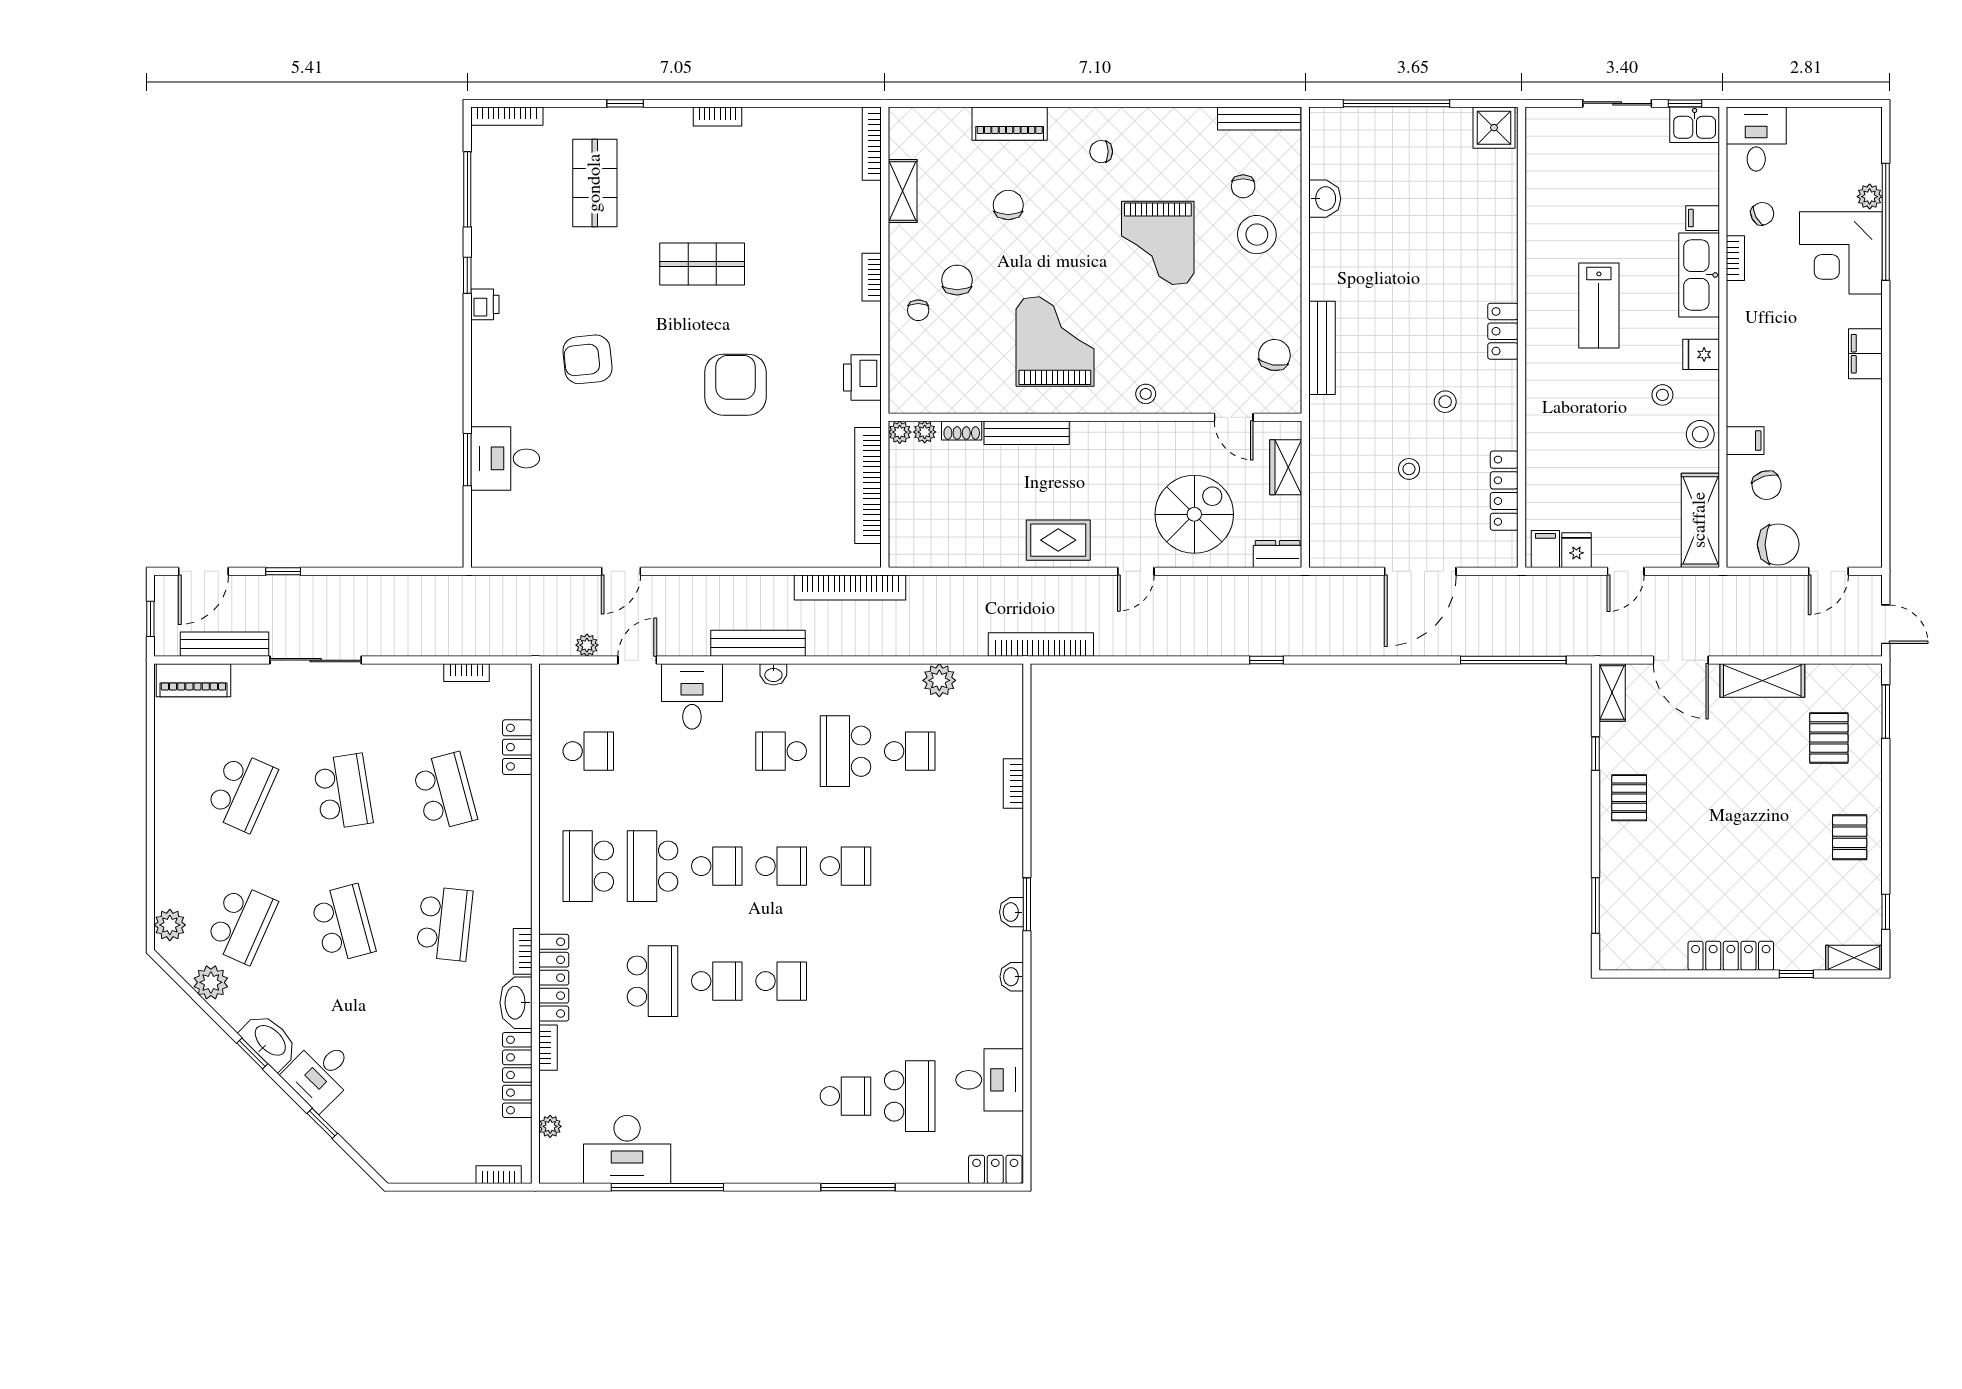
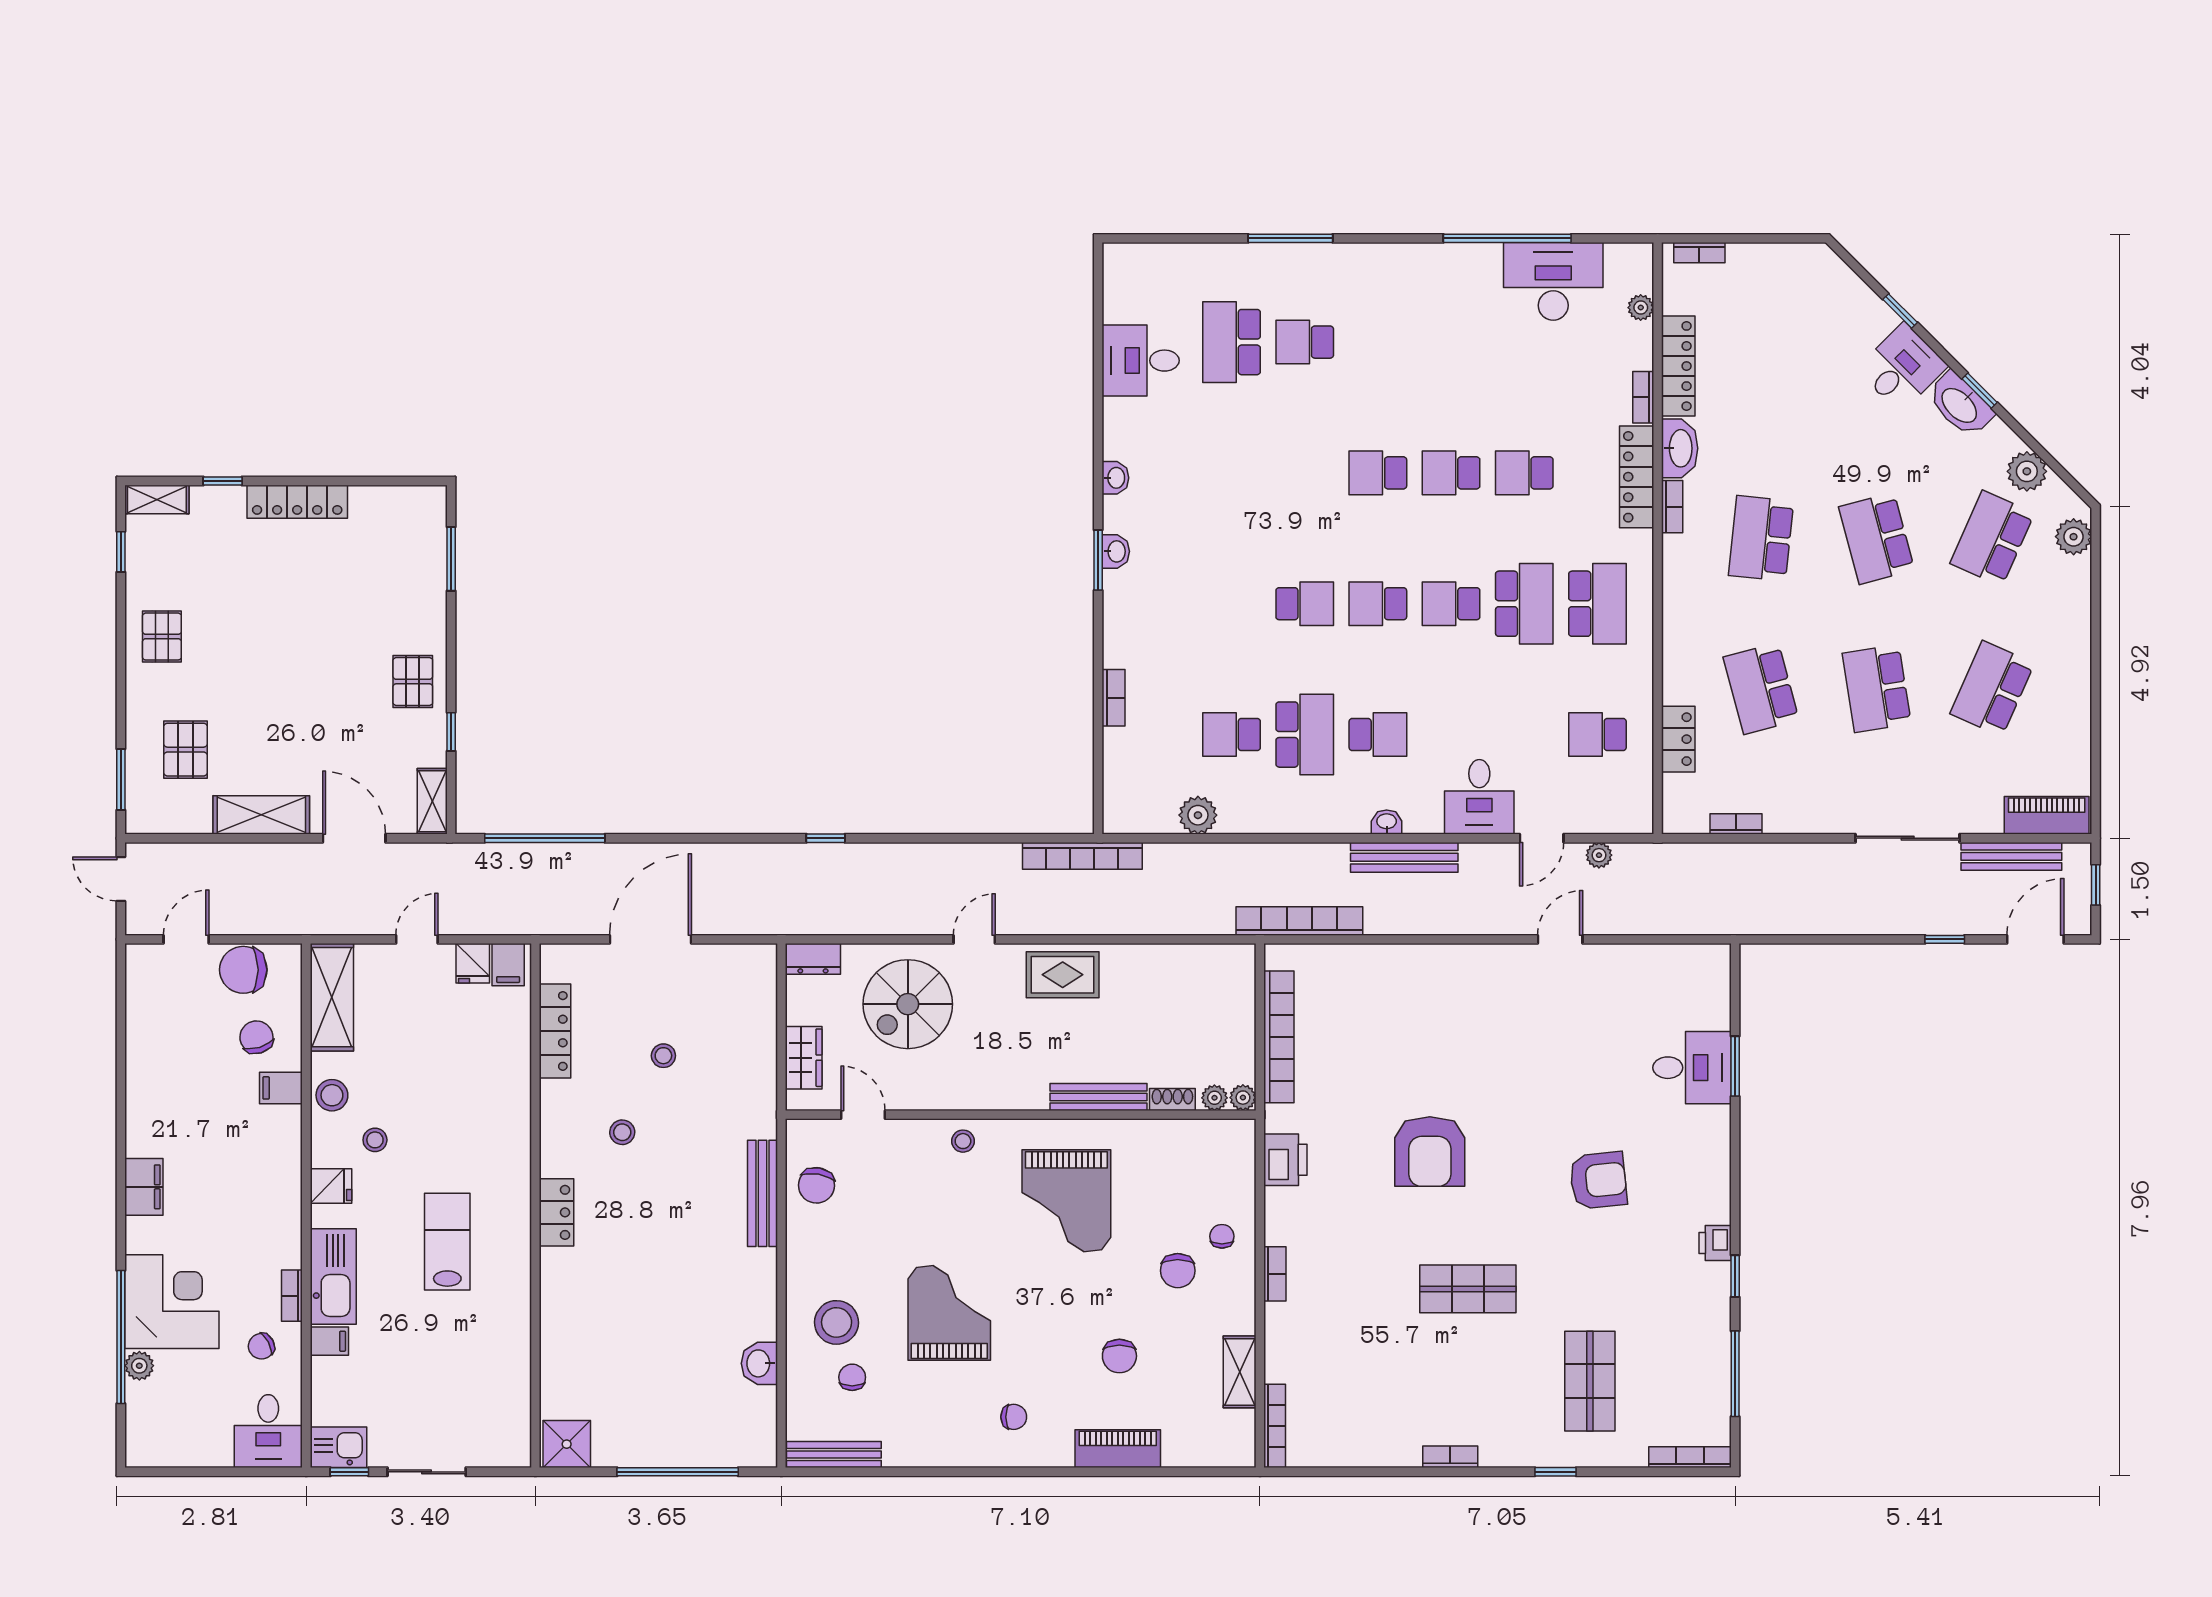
school desk: (845, 866) -> (1305, 604), turned 180
school desk: (653, 981) -> (1524, 473), width x0.54
locker: (995, 1169) -> (1134, 259), removed

